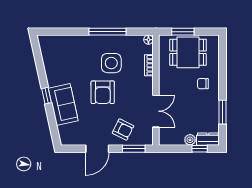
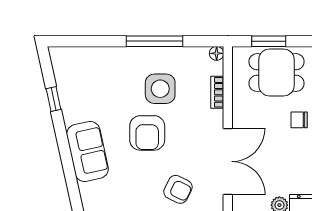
window: (46, 96) -> (54, 99), moved
double door: (156, 111) -> (228, 161), width x1.37

